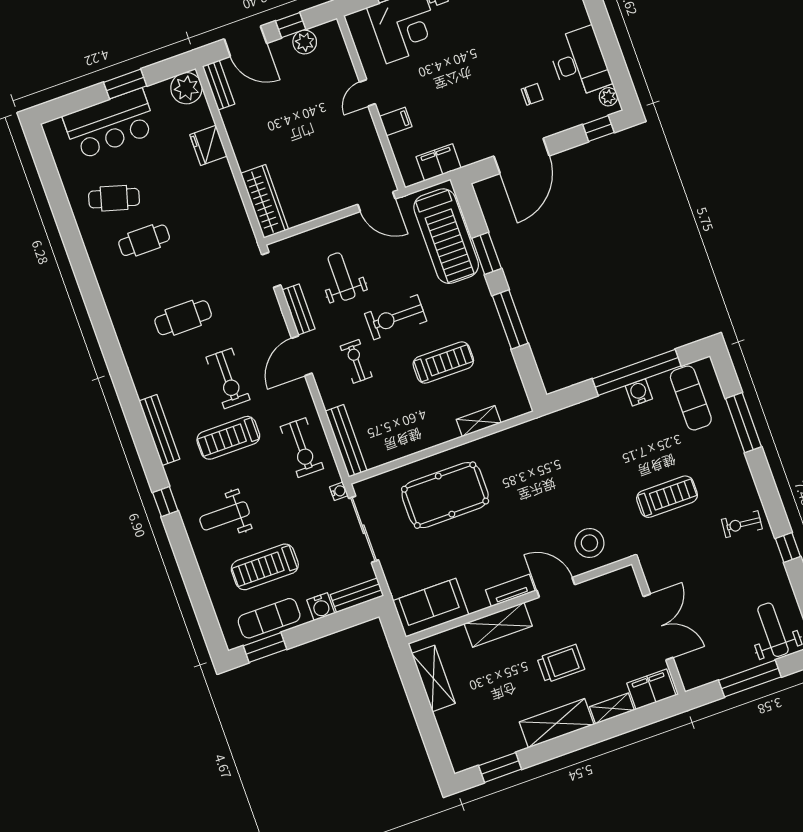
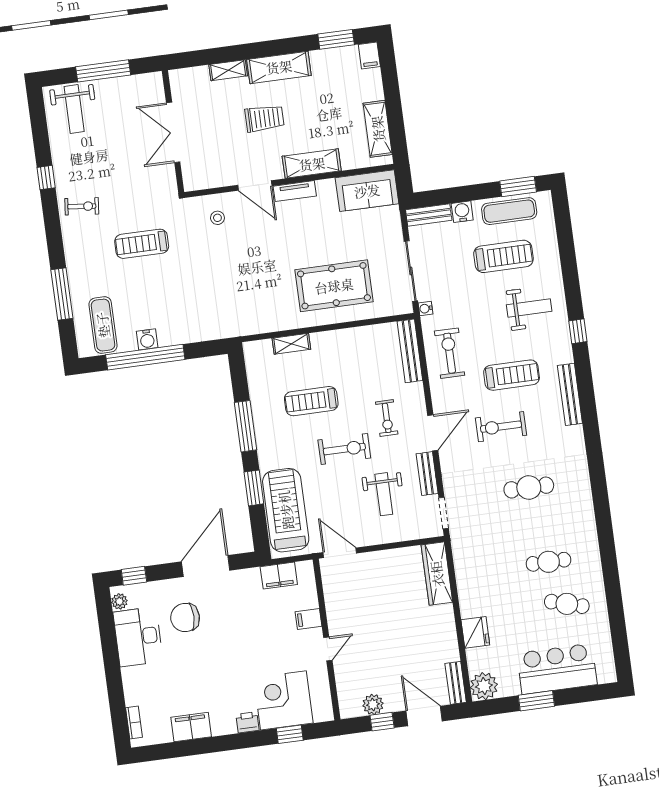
chair: (532, 94) -> (185, 617), width x1.87, depth x1.87
exercise bike: (228, 378) -> (501, 427), turned -90
stool: (589, 543) -> (217, 218), width x0.53, depth x0.53
trolley: (561, 664) -> (264, 118), turned 180
filing cabinet: (651, 689) -> (369, 55), moved, width x0.50

